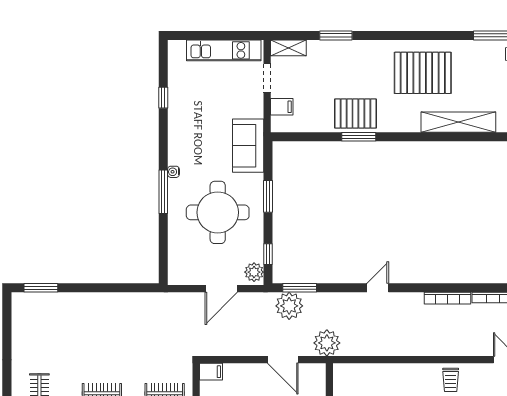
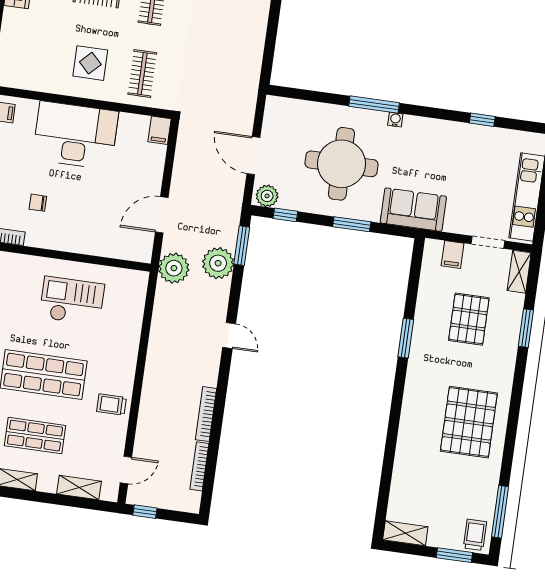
pallet: (355, 114) -> (469, 319), moved
shelving: (458, 122) -> (406, 455), removed
plant: (289, 306) -> (218, 263), moved

